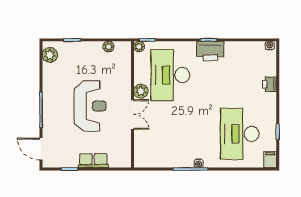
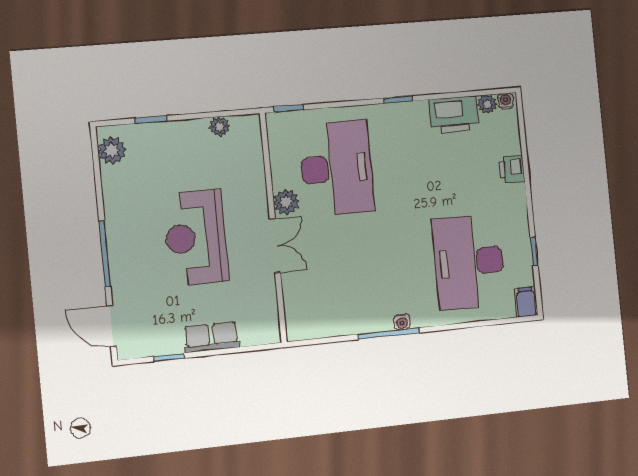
plant: (139, 47) -> (487, 104), moved
printer: (210, 51) -> (454, 115), moved
desk: (170, 75) -> (337, 168), turned 180
reception desk: (90, 106) -> (196, 238), turned 180

